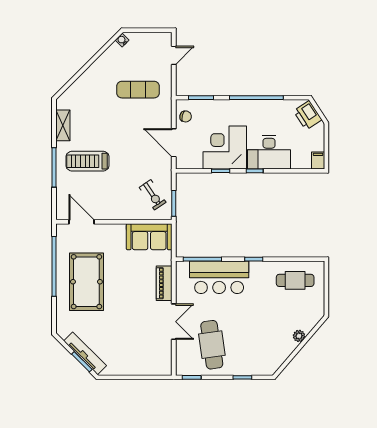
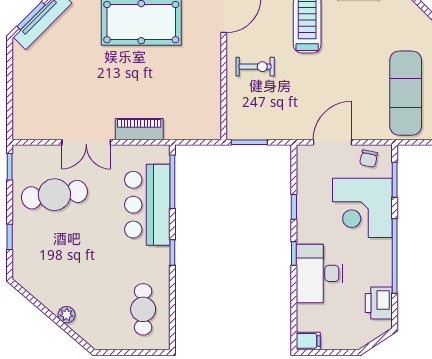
exercise mat: (138, 90) -> (406, 93), width x1.36, depth x1.45
printer: (308, 115) -> (379, 303), moved, turned -57
corner desk: (225, 147) -> (362, 208), moved, turned 180
exercise bike: (153, 195) -> (255, 67), moved, turned -146
sofa: (149, 237) -> (203, 108), removed

